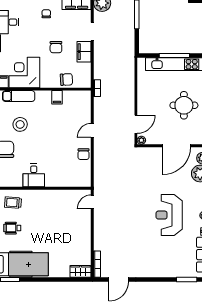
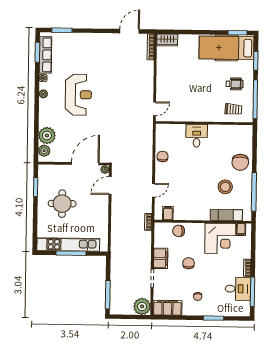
filing cabinet: (57, 97) -> (168, 213), moved
door: (92, 130) -> (153, 190), moved
door: (177, 146) -> (85, 164), moved
desk: (34, 175) -> (197, 136), moved

